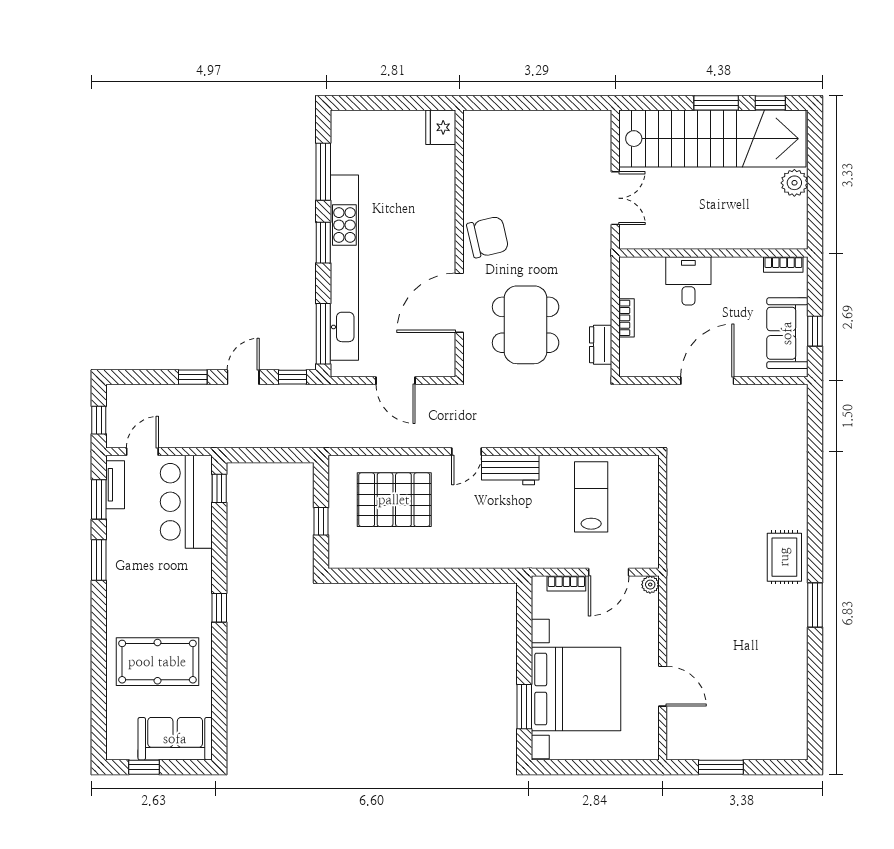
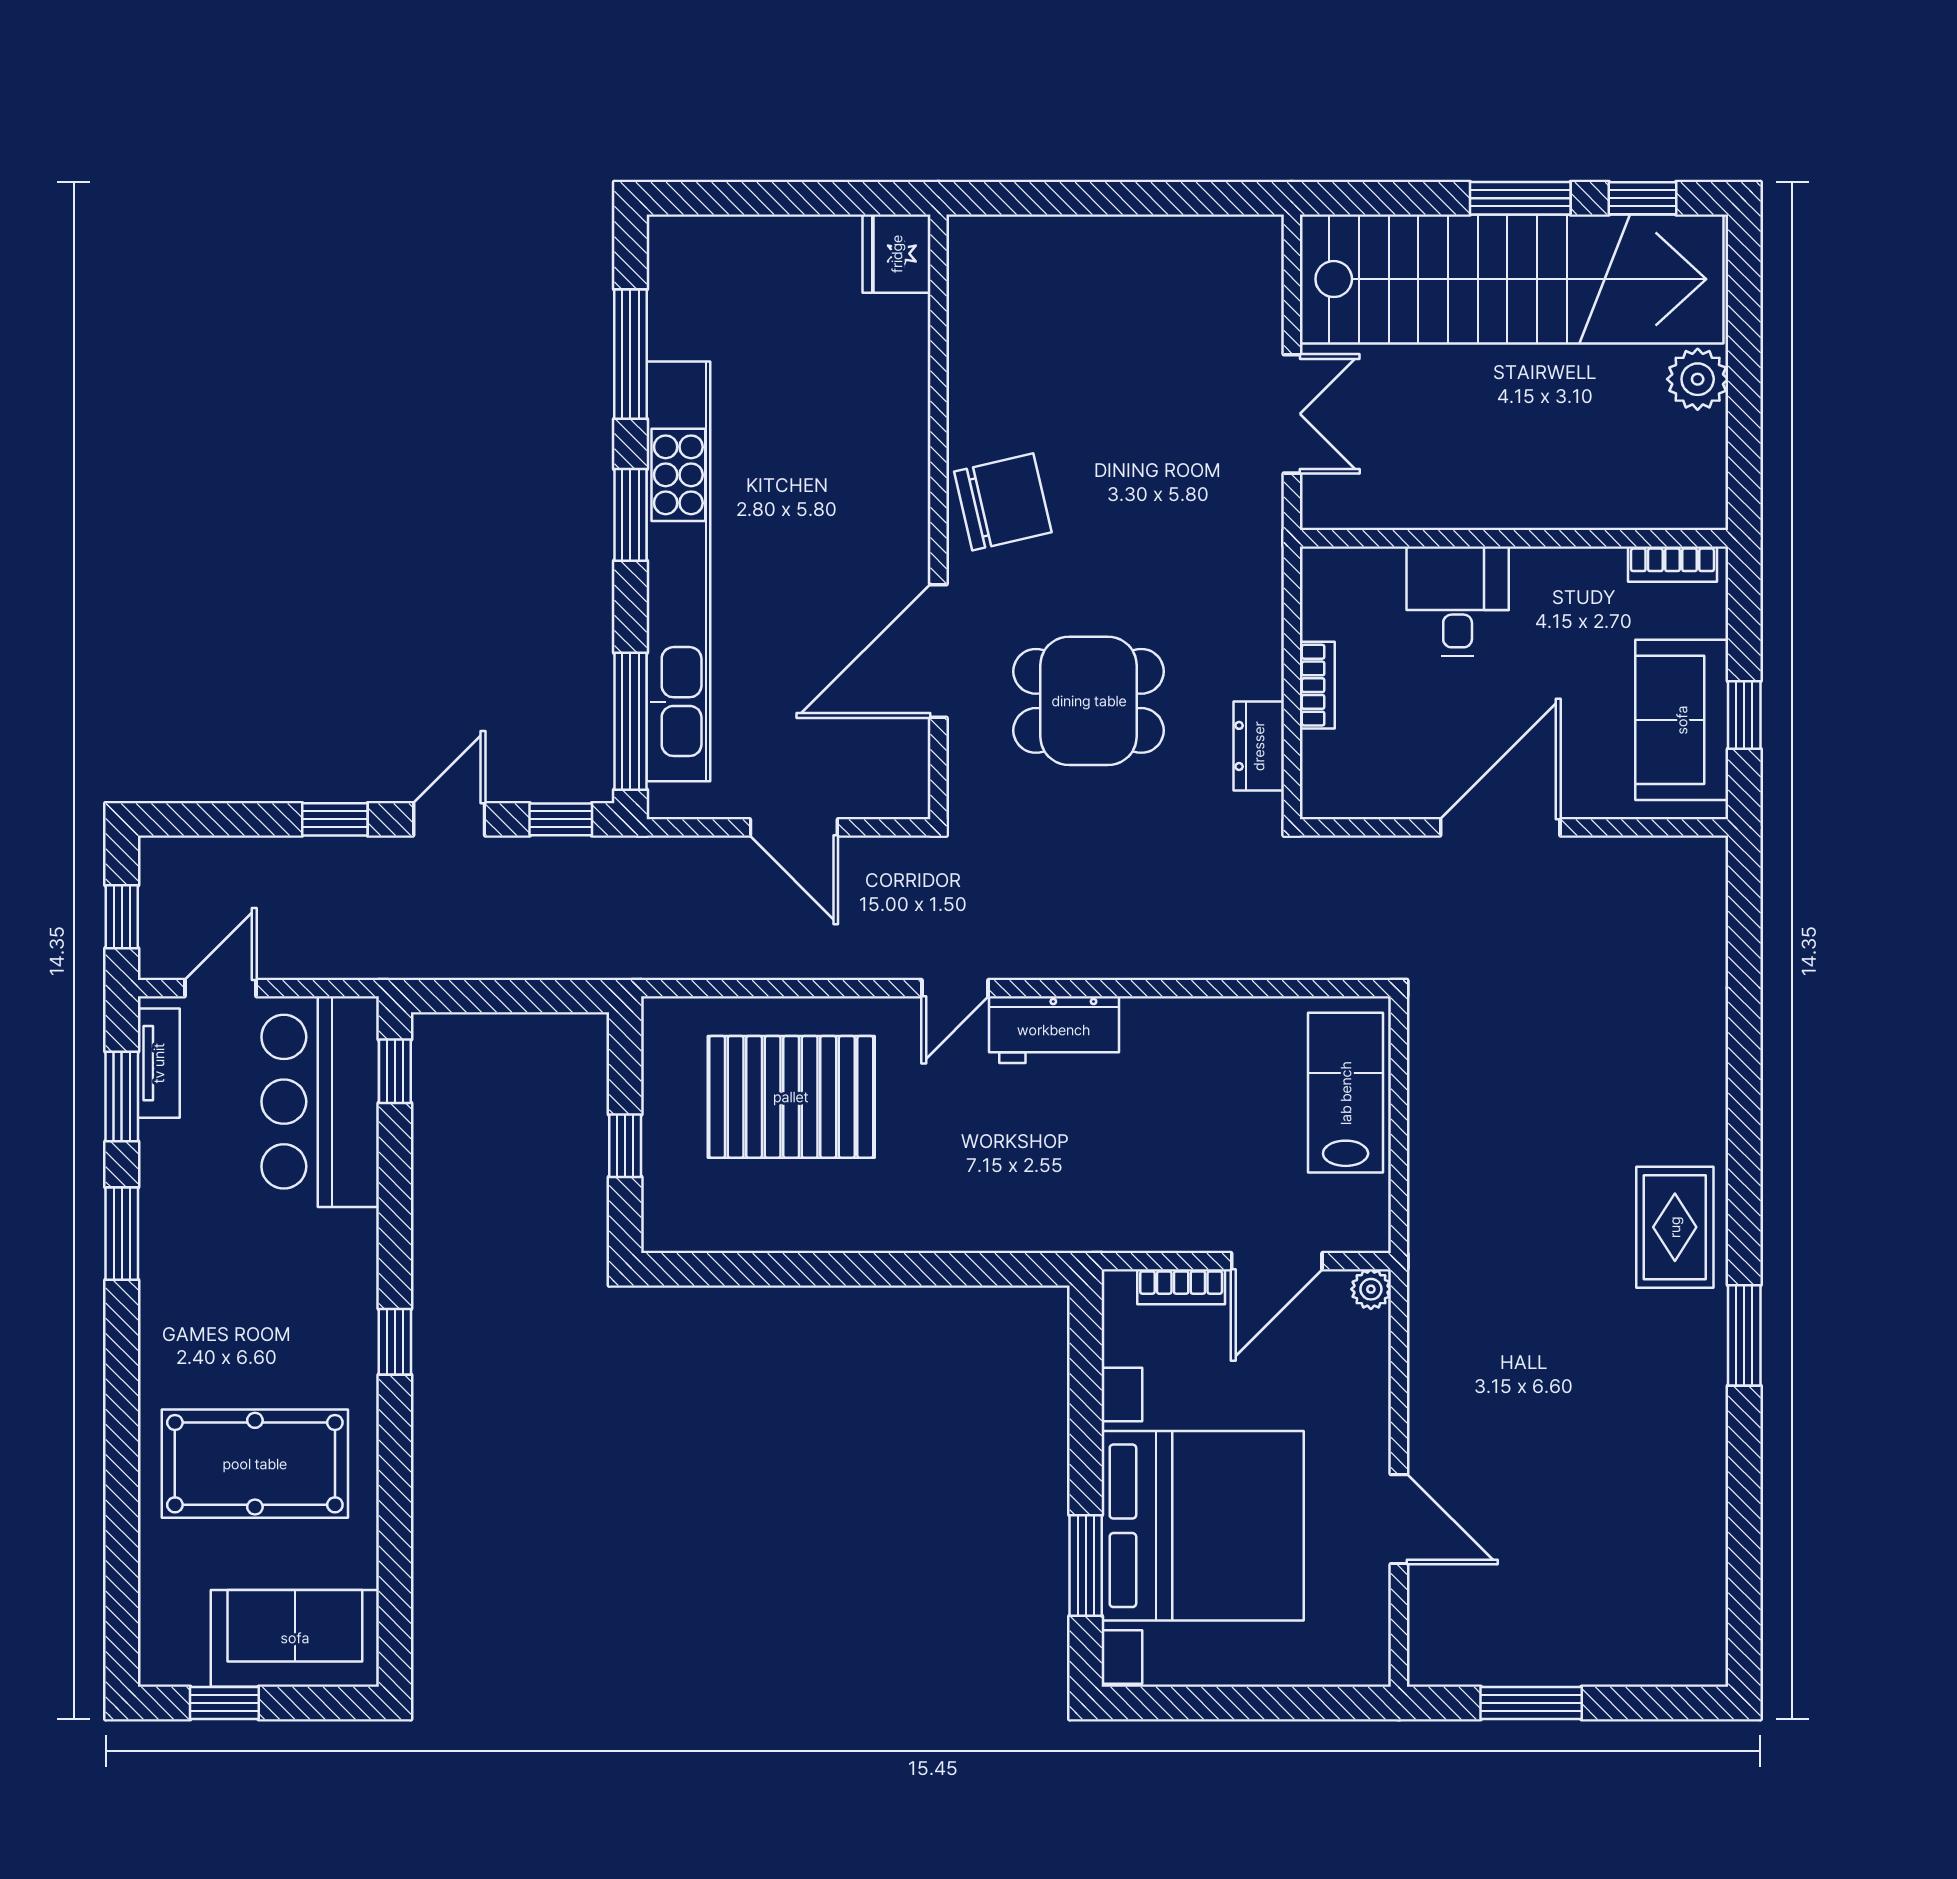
dining table: (526, 325) -> (1089, 701), width x0.73
lab bench: (591, 497) -> (1346, 1093), moved

